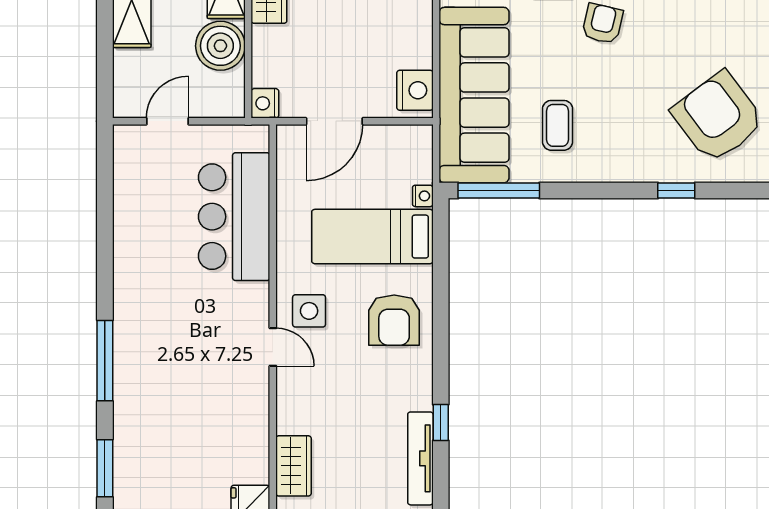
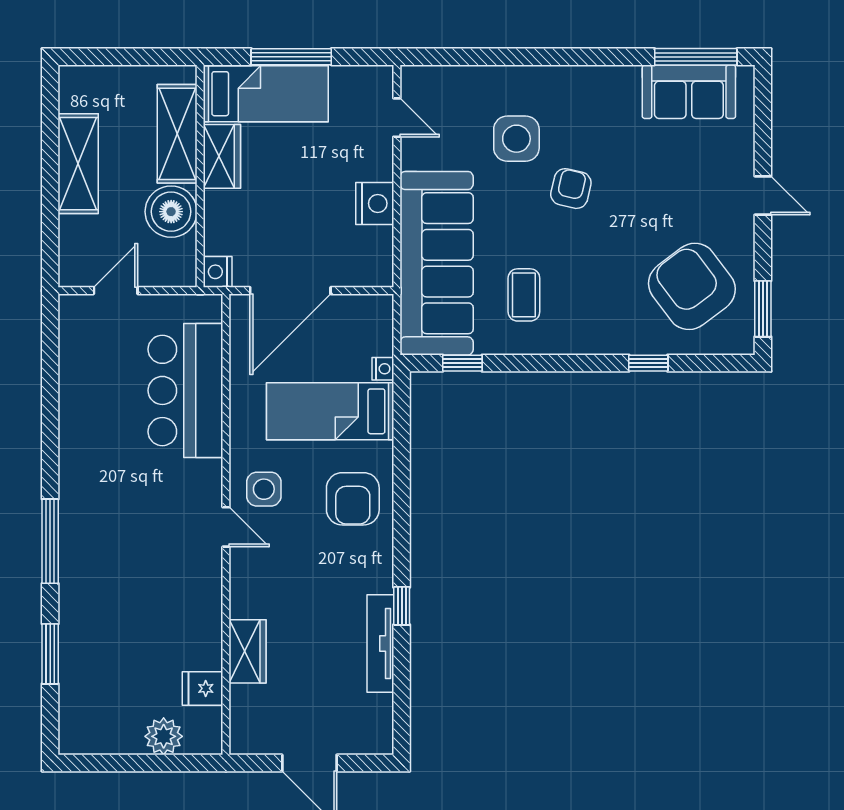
nightstand: (415, 90) -> (375, 203), moved
door: (334, 121) -> (290, 291), width x1.36
window: (499, 191) -> (462, 363), width x0.46

